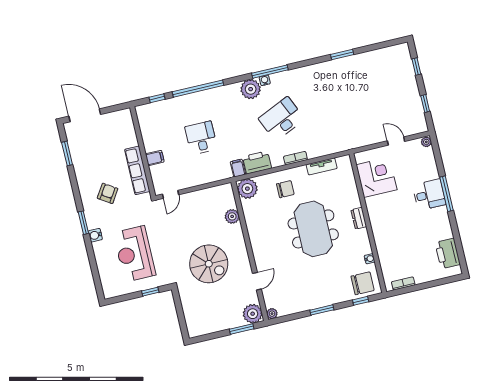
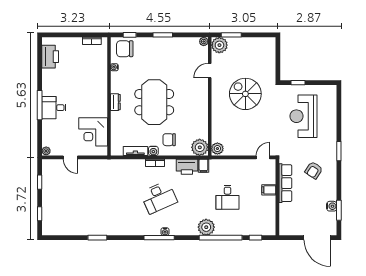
plant: (251, 89) -> (206, 227), moved
water cooler: (301, 172) -> (153, 151), added
plant: (232, 216) -> (217, 149), moved
water cooler: (95, 235) -> (332, 206), moved
reception desk: (135, 254) -> (303, 116), turned 180

